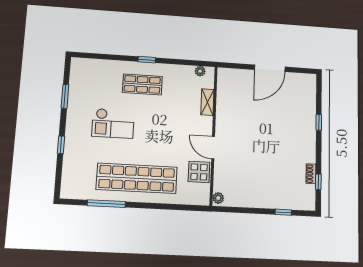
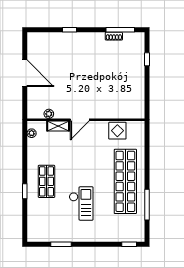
window: (147, 60) -> (25, 191), moved
window: (61, 145) -> (129, 244), moved
door: (213, 148) -> (80, 120), moved
window: (318, 182) -> (120, 30), width x2.17
plant: (218, 198) -> (49, 114), moved

